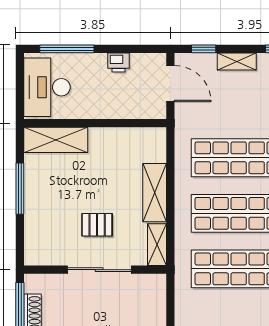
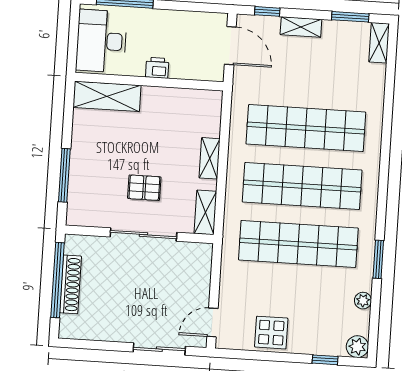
printer: (118, 62) -> (157, 68), moved, turned 180
window: (20, 189) -> (64, 175), moved
shelving: (155, 193) -> (210, 158), width x0.67, depth x0.75

